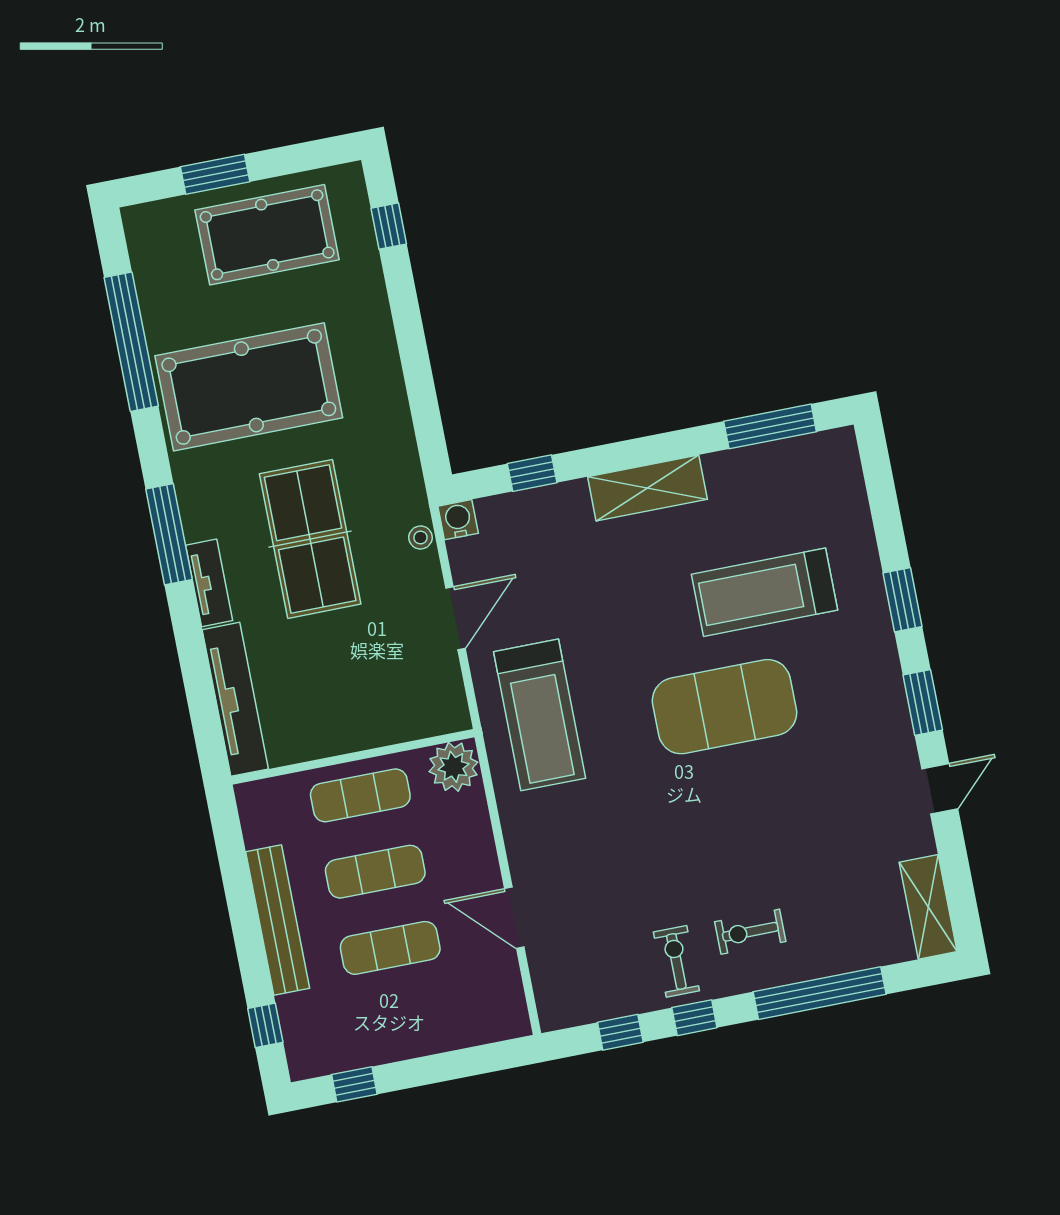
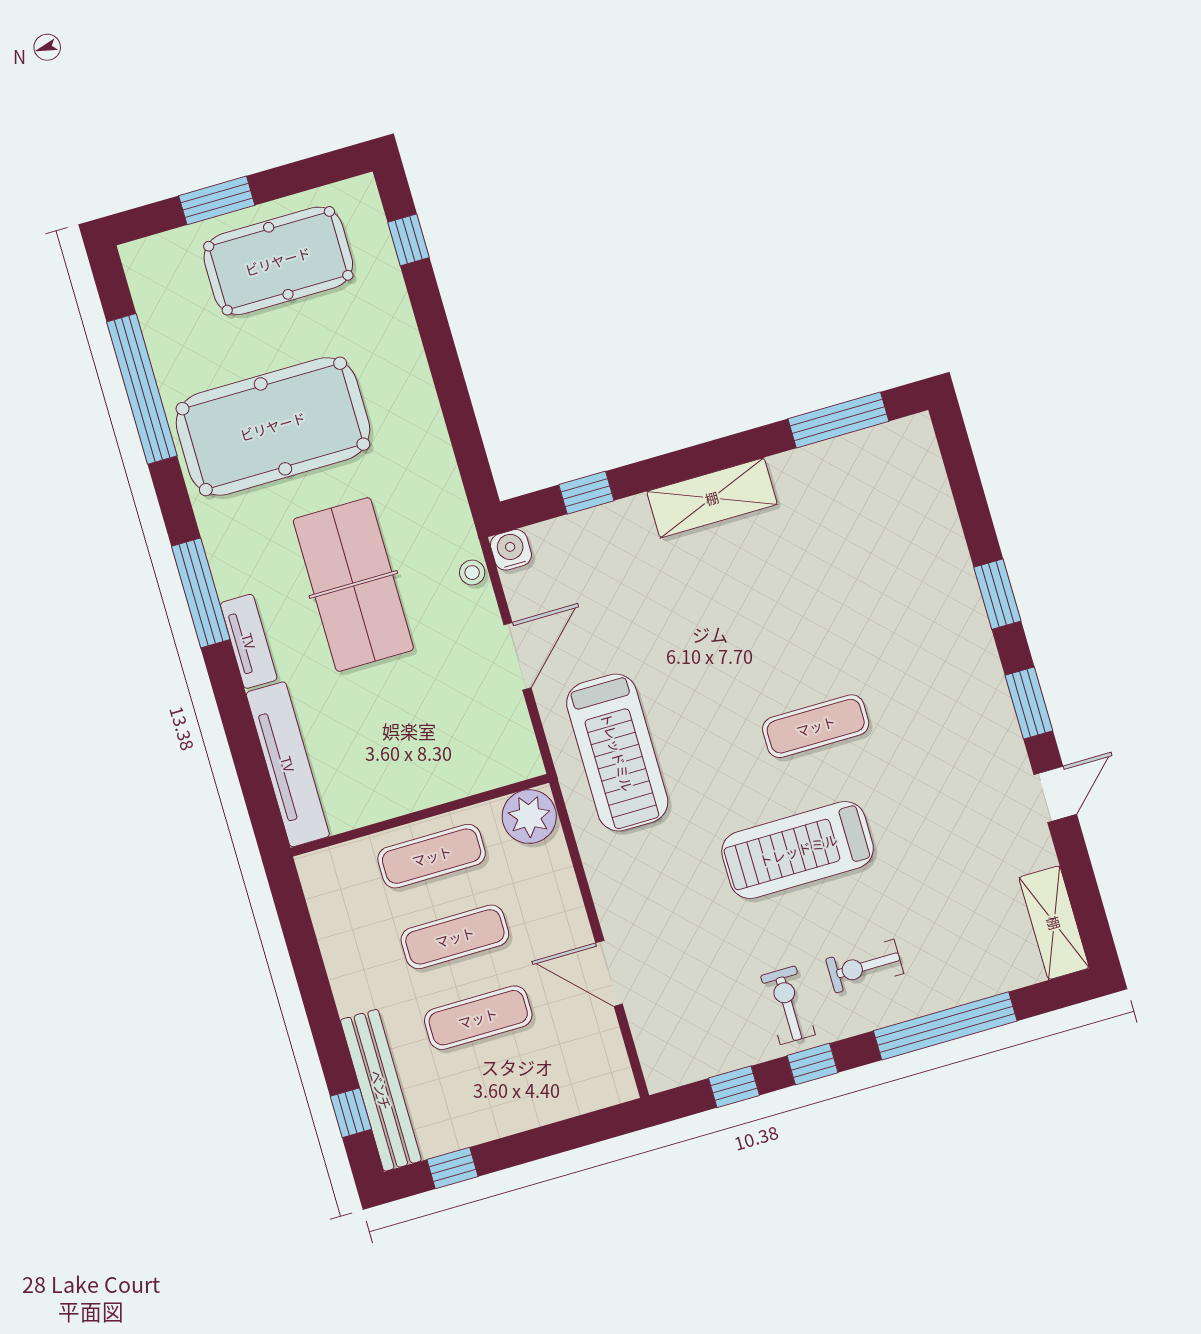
treadmill: (764, 592) -> (798, 850), moved
exercise mat: (725, 707) -> (816, 726), width x0.50, depth x0.69
bench: (278, 920) -> (381, 1090), moved

